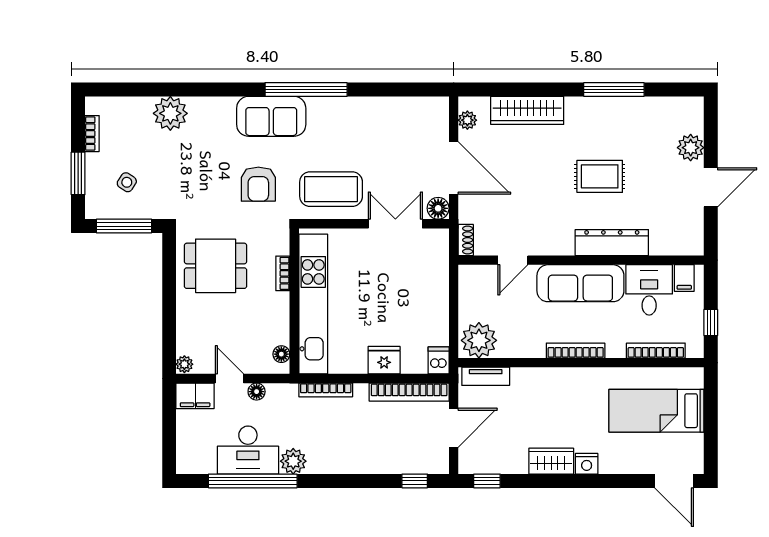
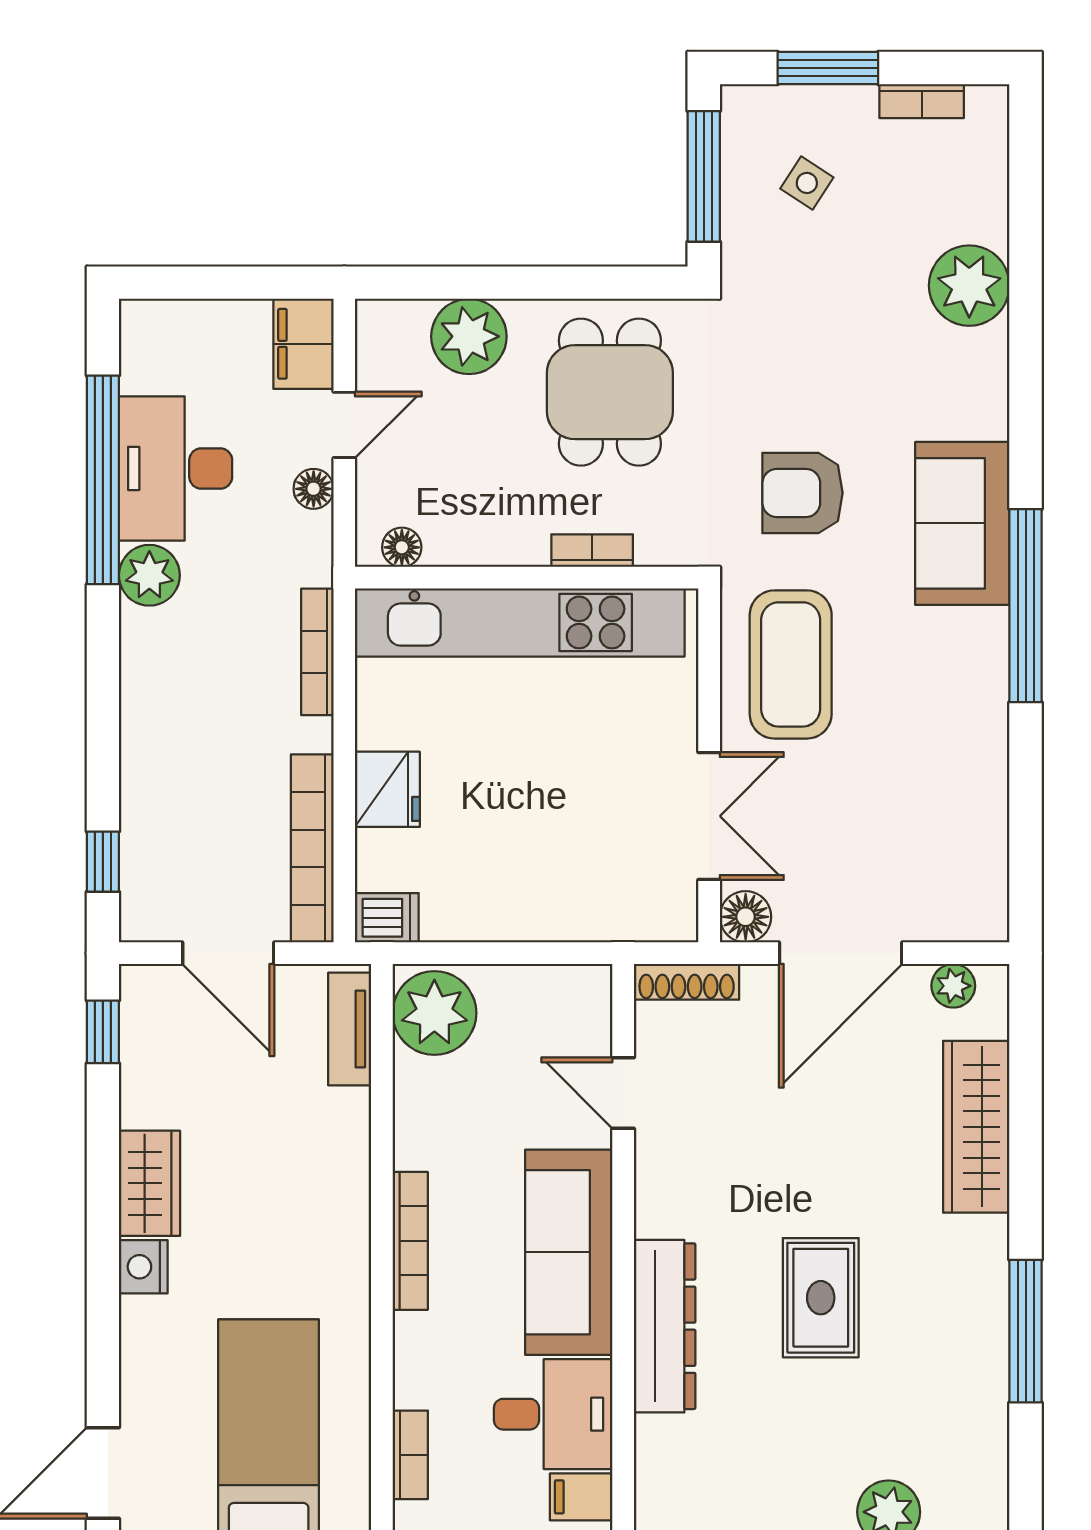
shoe rack: (466, 240) -> (687, 982), width x1.43
bookcase: (656, 351) -> (410, 1455), width x0.64
plant: (184, 364) -> (469, 336), moved, width x1.87, depth x1.87

